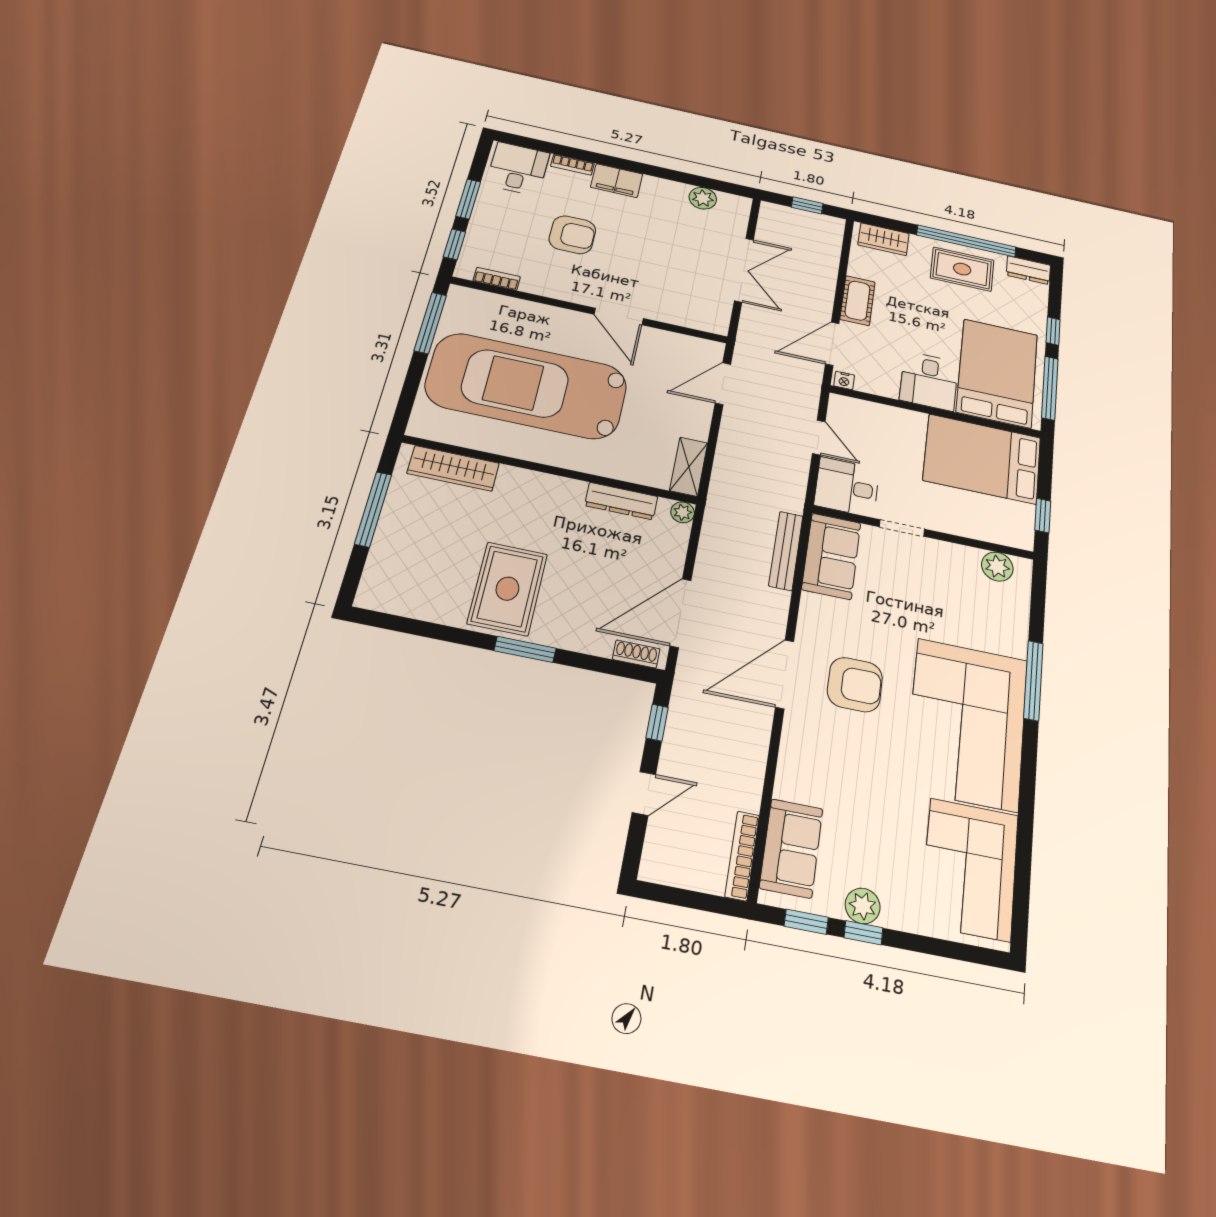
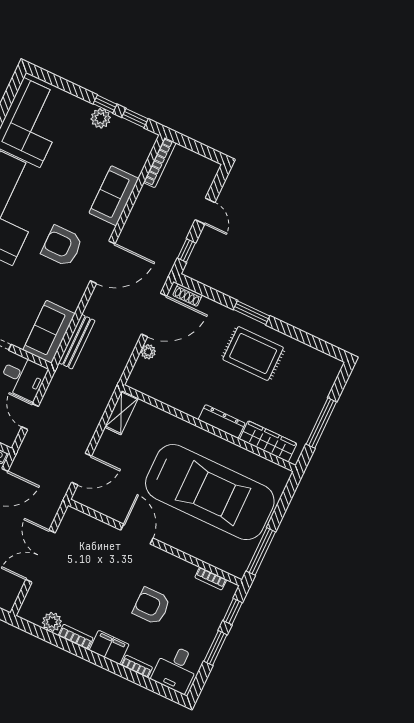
bookcase: (666, 186) -> (76, 637), added
dresser: (621, 501) -> (222, 421), moved
plant: (683, 512) -> (148, 352), moved
rug: (507, 589) -> (253, 354), turned 90
door: (644, 793) -> (205, 211), swing flipped
sofa: (791, 848) -> (114, 196), moved

